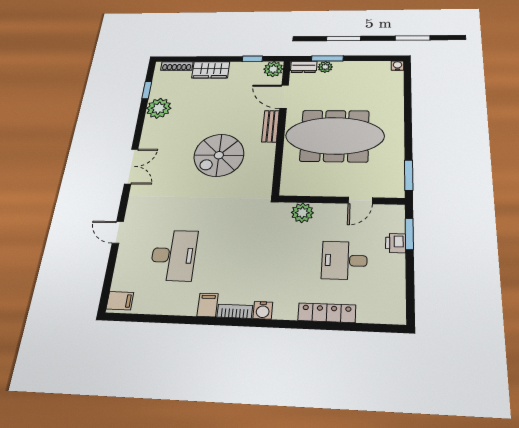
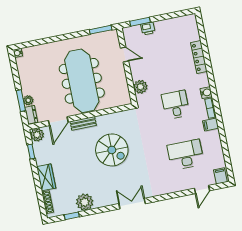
door: (118, 232) -> (202, 190), moved
desk: (344, 260) -> (175, 105), moved, turned 180

